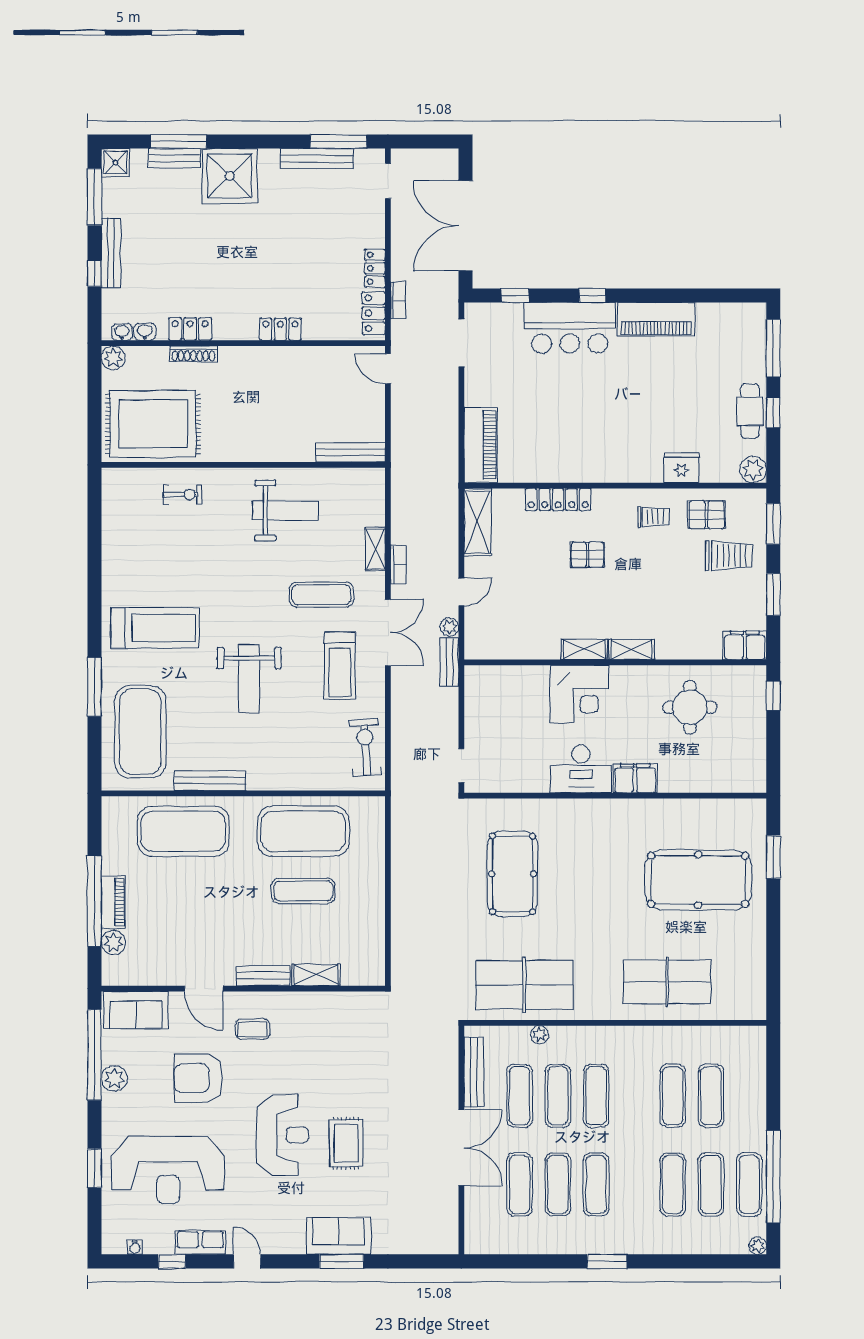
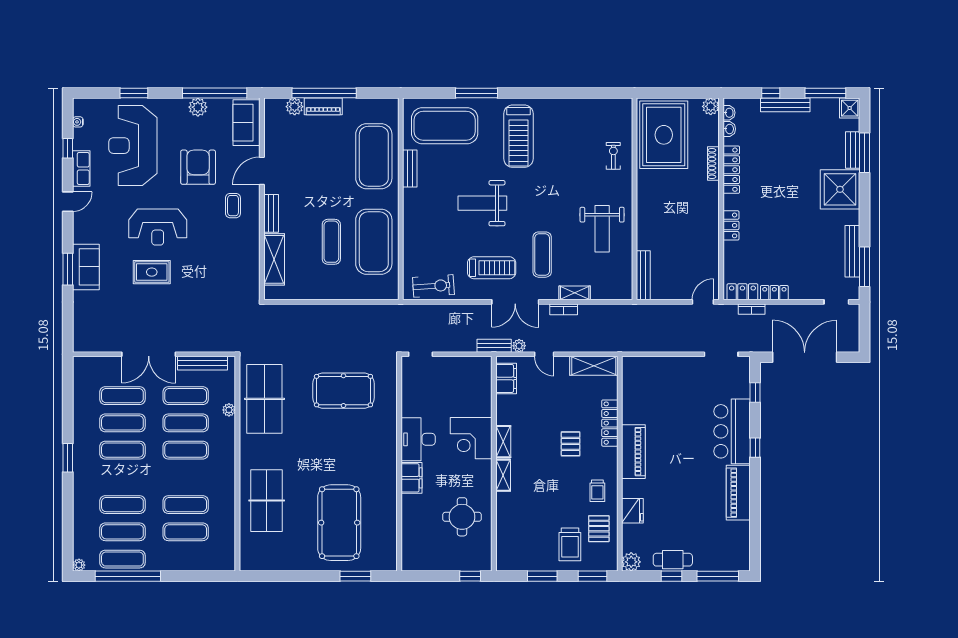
locker: (190, 329) -> (731, 170), width x1.53
piano: (481, 445) -> (633, 452), moved, turned -90
exercise bike: (183, 495) -> (613, 156), turned 180
filing cabinet: (745, 645) -> (506, 378), moved
treadmill: (340, 666) -> (492, 268), turned 180
bench: (210, 781) -> (410, 169), width x0.73
shelving: (316, 975) -> (274, 259), width x1.50, depth x1.33

